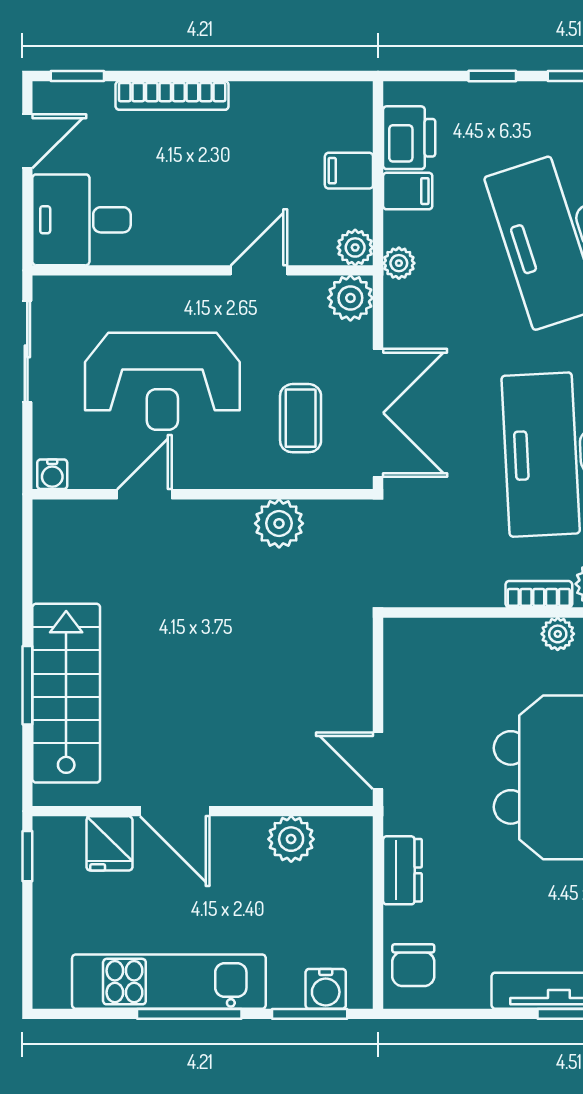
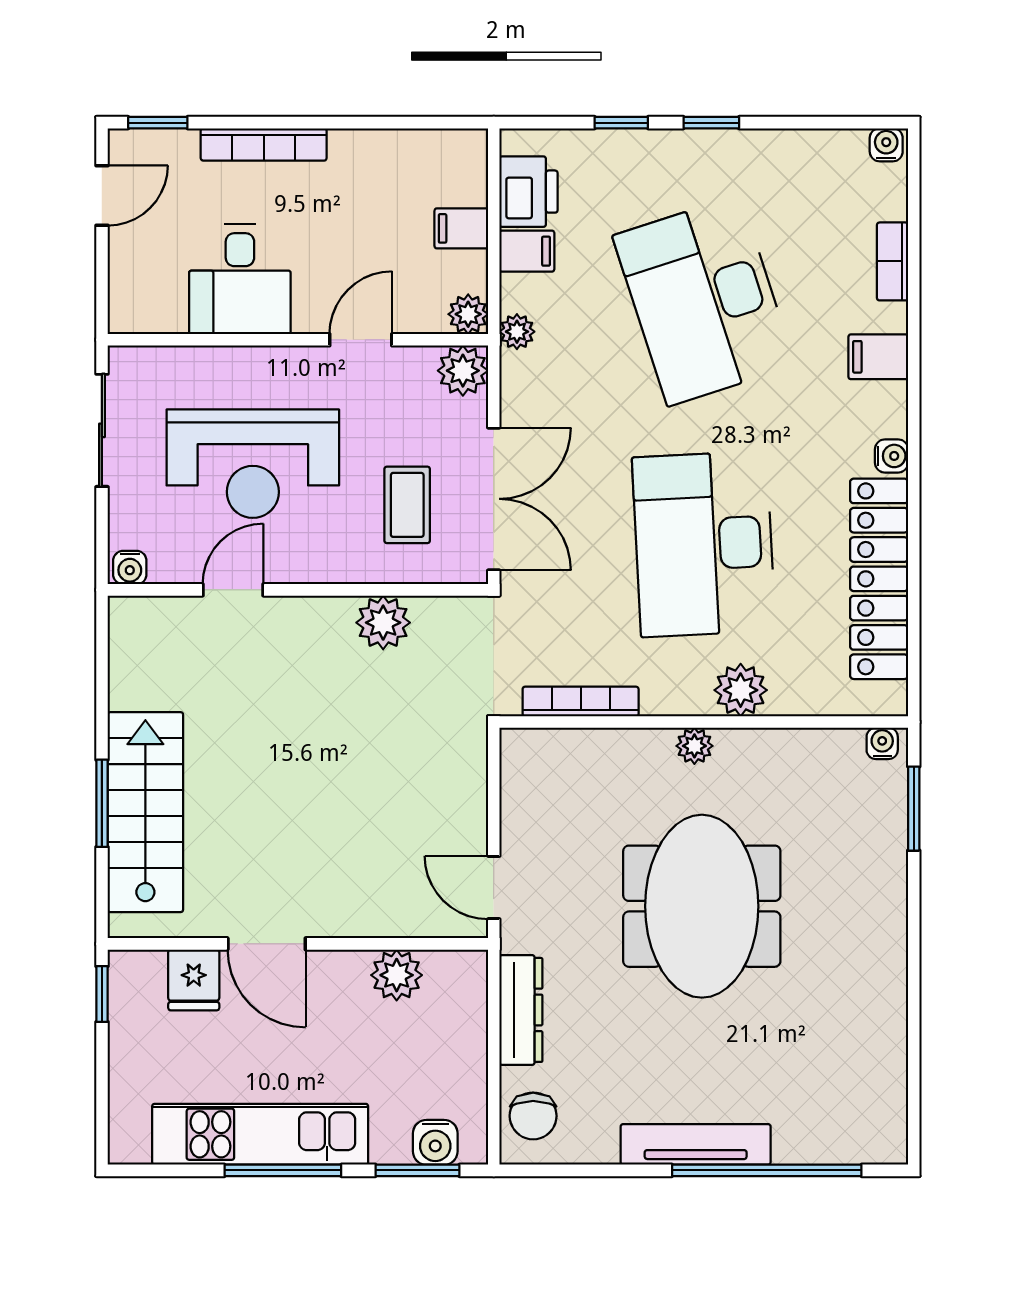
desk: (81, 220) -> (240, 279), moved, turned -90
bookcase: (539, 594) -> (581, 702), moved, width x1.56
dresser: (402, 870) -> (521, 1010), width x1.44

